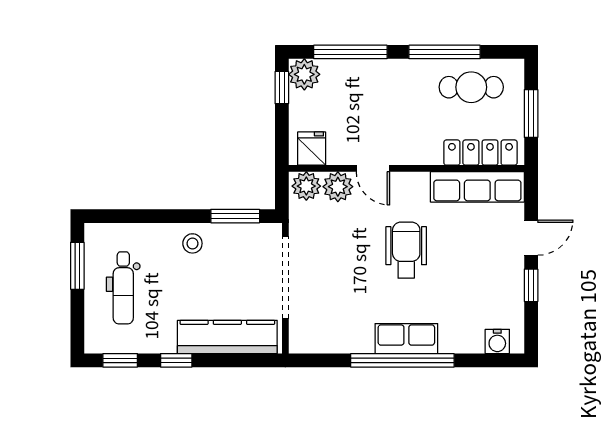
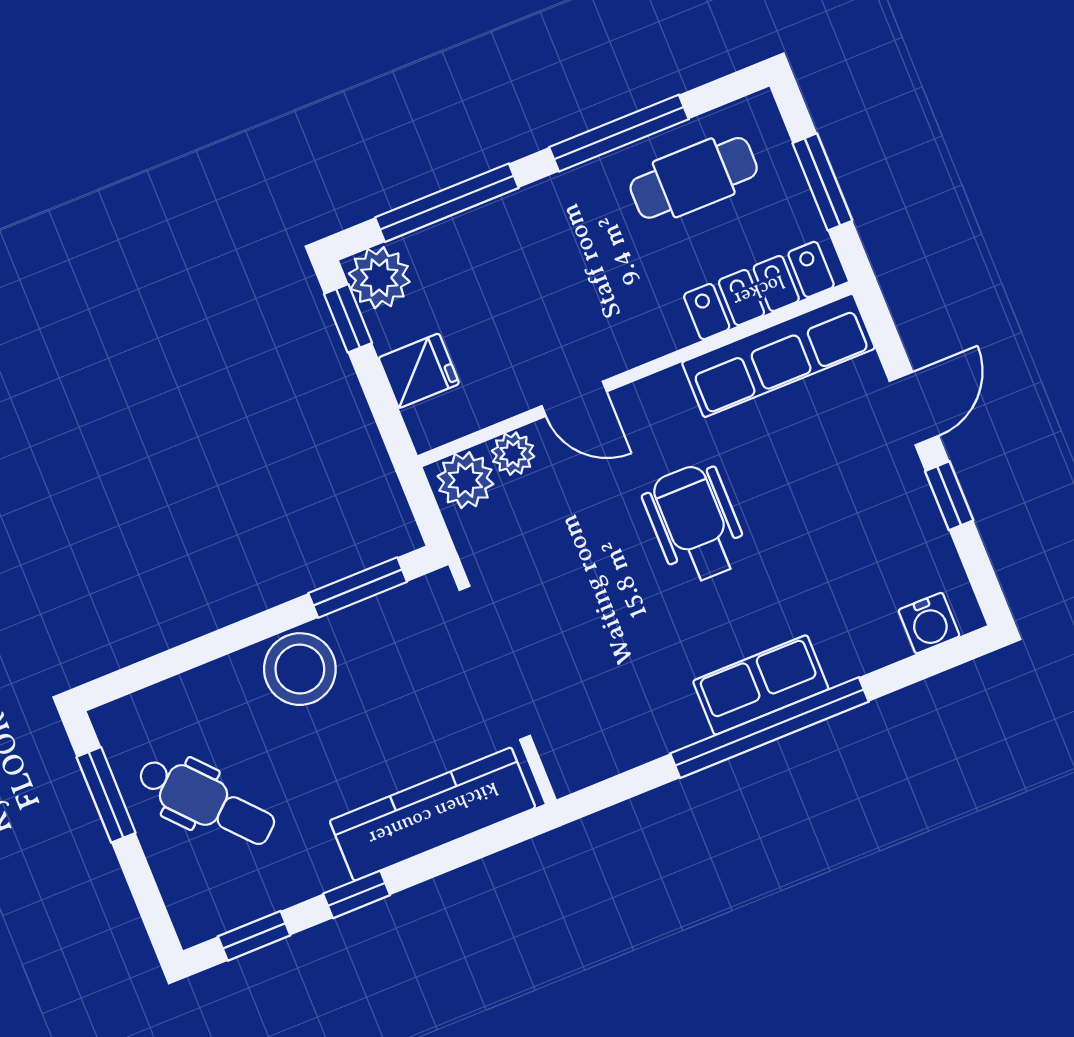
fridge: (312, 149) -> (419, 371), moved, turned 90
plant: (338, 187) -> (513, 454), width x0.73, depth x0.73
stool: (192, 243) -> (300, 669), width x1.89, depth x1.89
dental chair: (123, 288) -> (206, 801), turned -42

